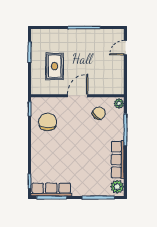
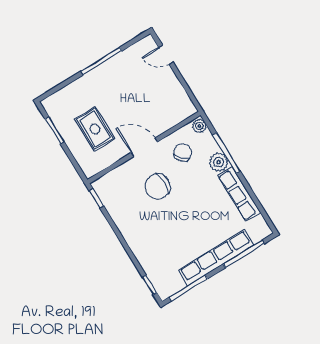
door: (125, 48) -> (166, 55), hinge flipped
door: (78, 96) -> (144, 147), hinge flipped
chair: (48, 122) -> (158, 187), moved, turned -90
plant: (117, 187) -> (219, 162), moved
row of seats: (51, 190) -> (216, 258), moved, width x1.36

